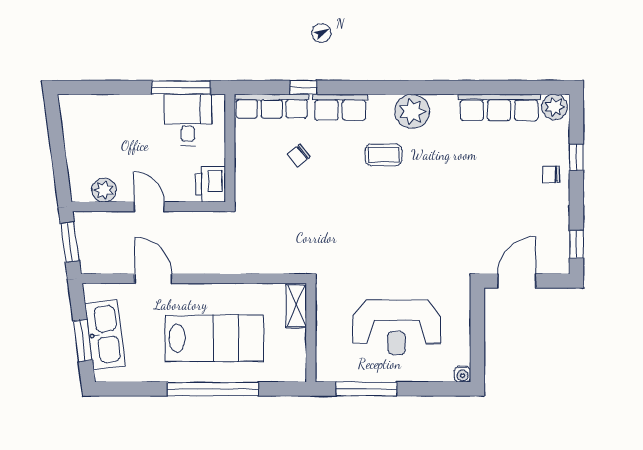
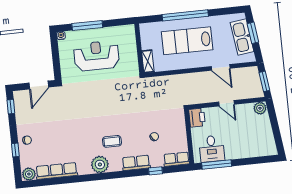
row of seats: (272, 106) -> (176, 159), width x0.68
plant: (104, 190) -> (260, 108), moved
window: (366, 389) -> (87, 25), moved

